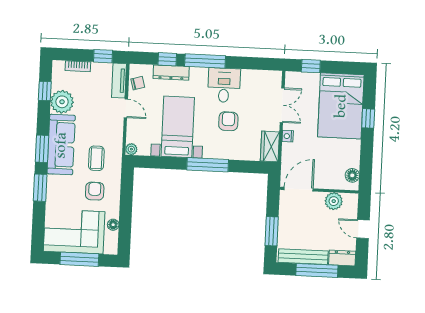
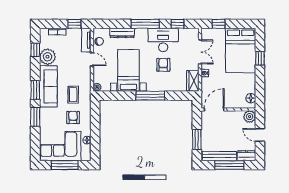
window: (167, 59) -> (178, 24), moved
desk: (224, 85) -> (163, 40), width x1.37
plant: (334, 201) -> (250, 117), moved

